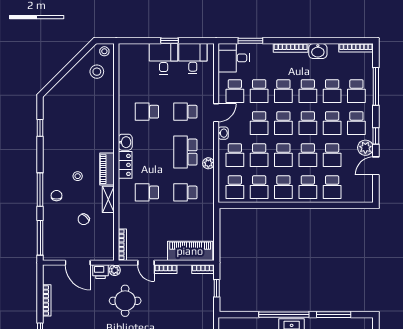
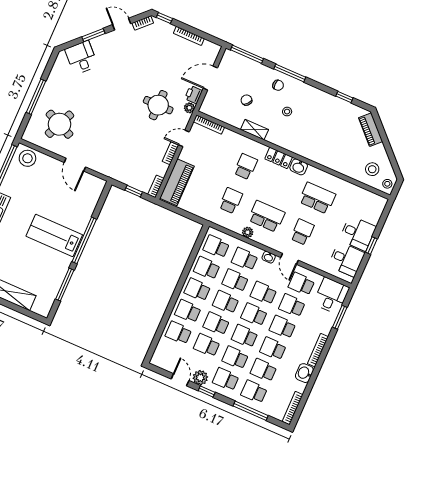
school desk: (147, 112) -> (317, 198), width x1.85
piano: (107, 169) -> (371, 130), moved, turned -135

